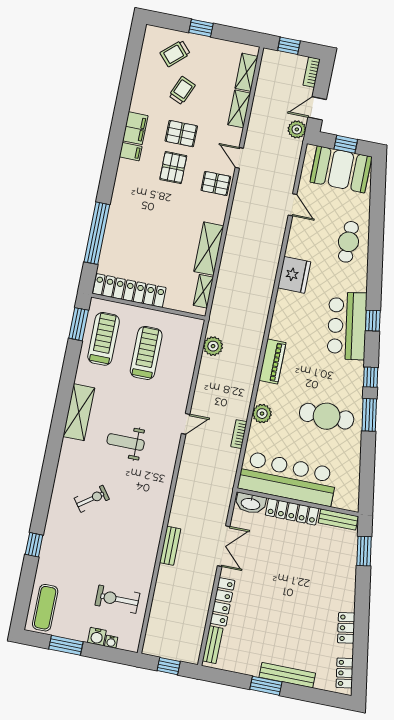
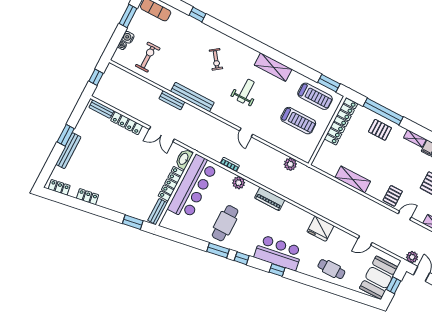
pallet: (173, 168) -> (380, 130), moved
shelving: (203, 291) -> (415, 138), moved
bench: (157, 517) -> (192, 97), added

